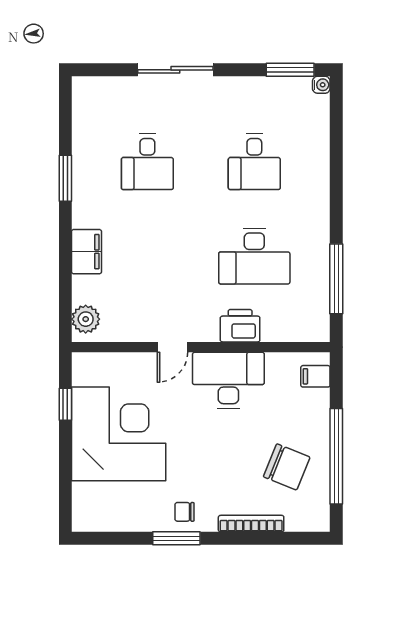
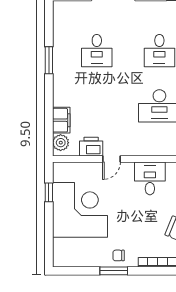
filing cabinet: (87, 252) -> (61, 120), moved
printer: (240, 326) -> (91, 147), moved
desk: (228, 380) -> (150, 178), width x0.73

